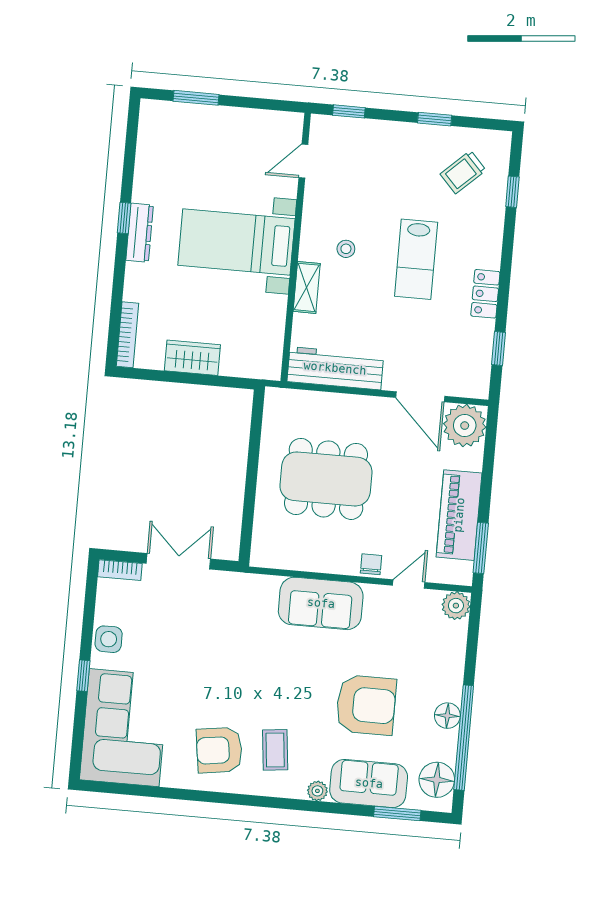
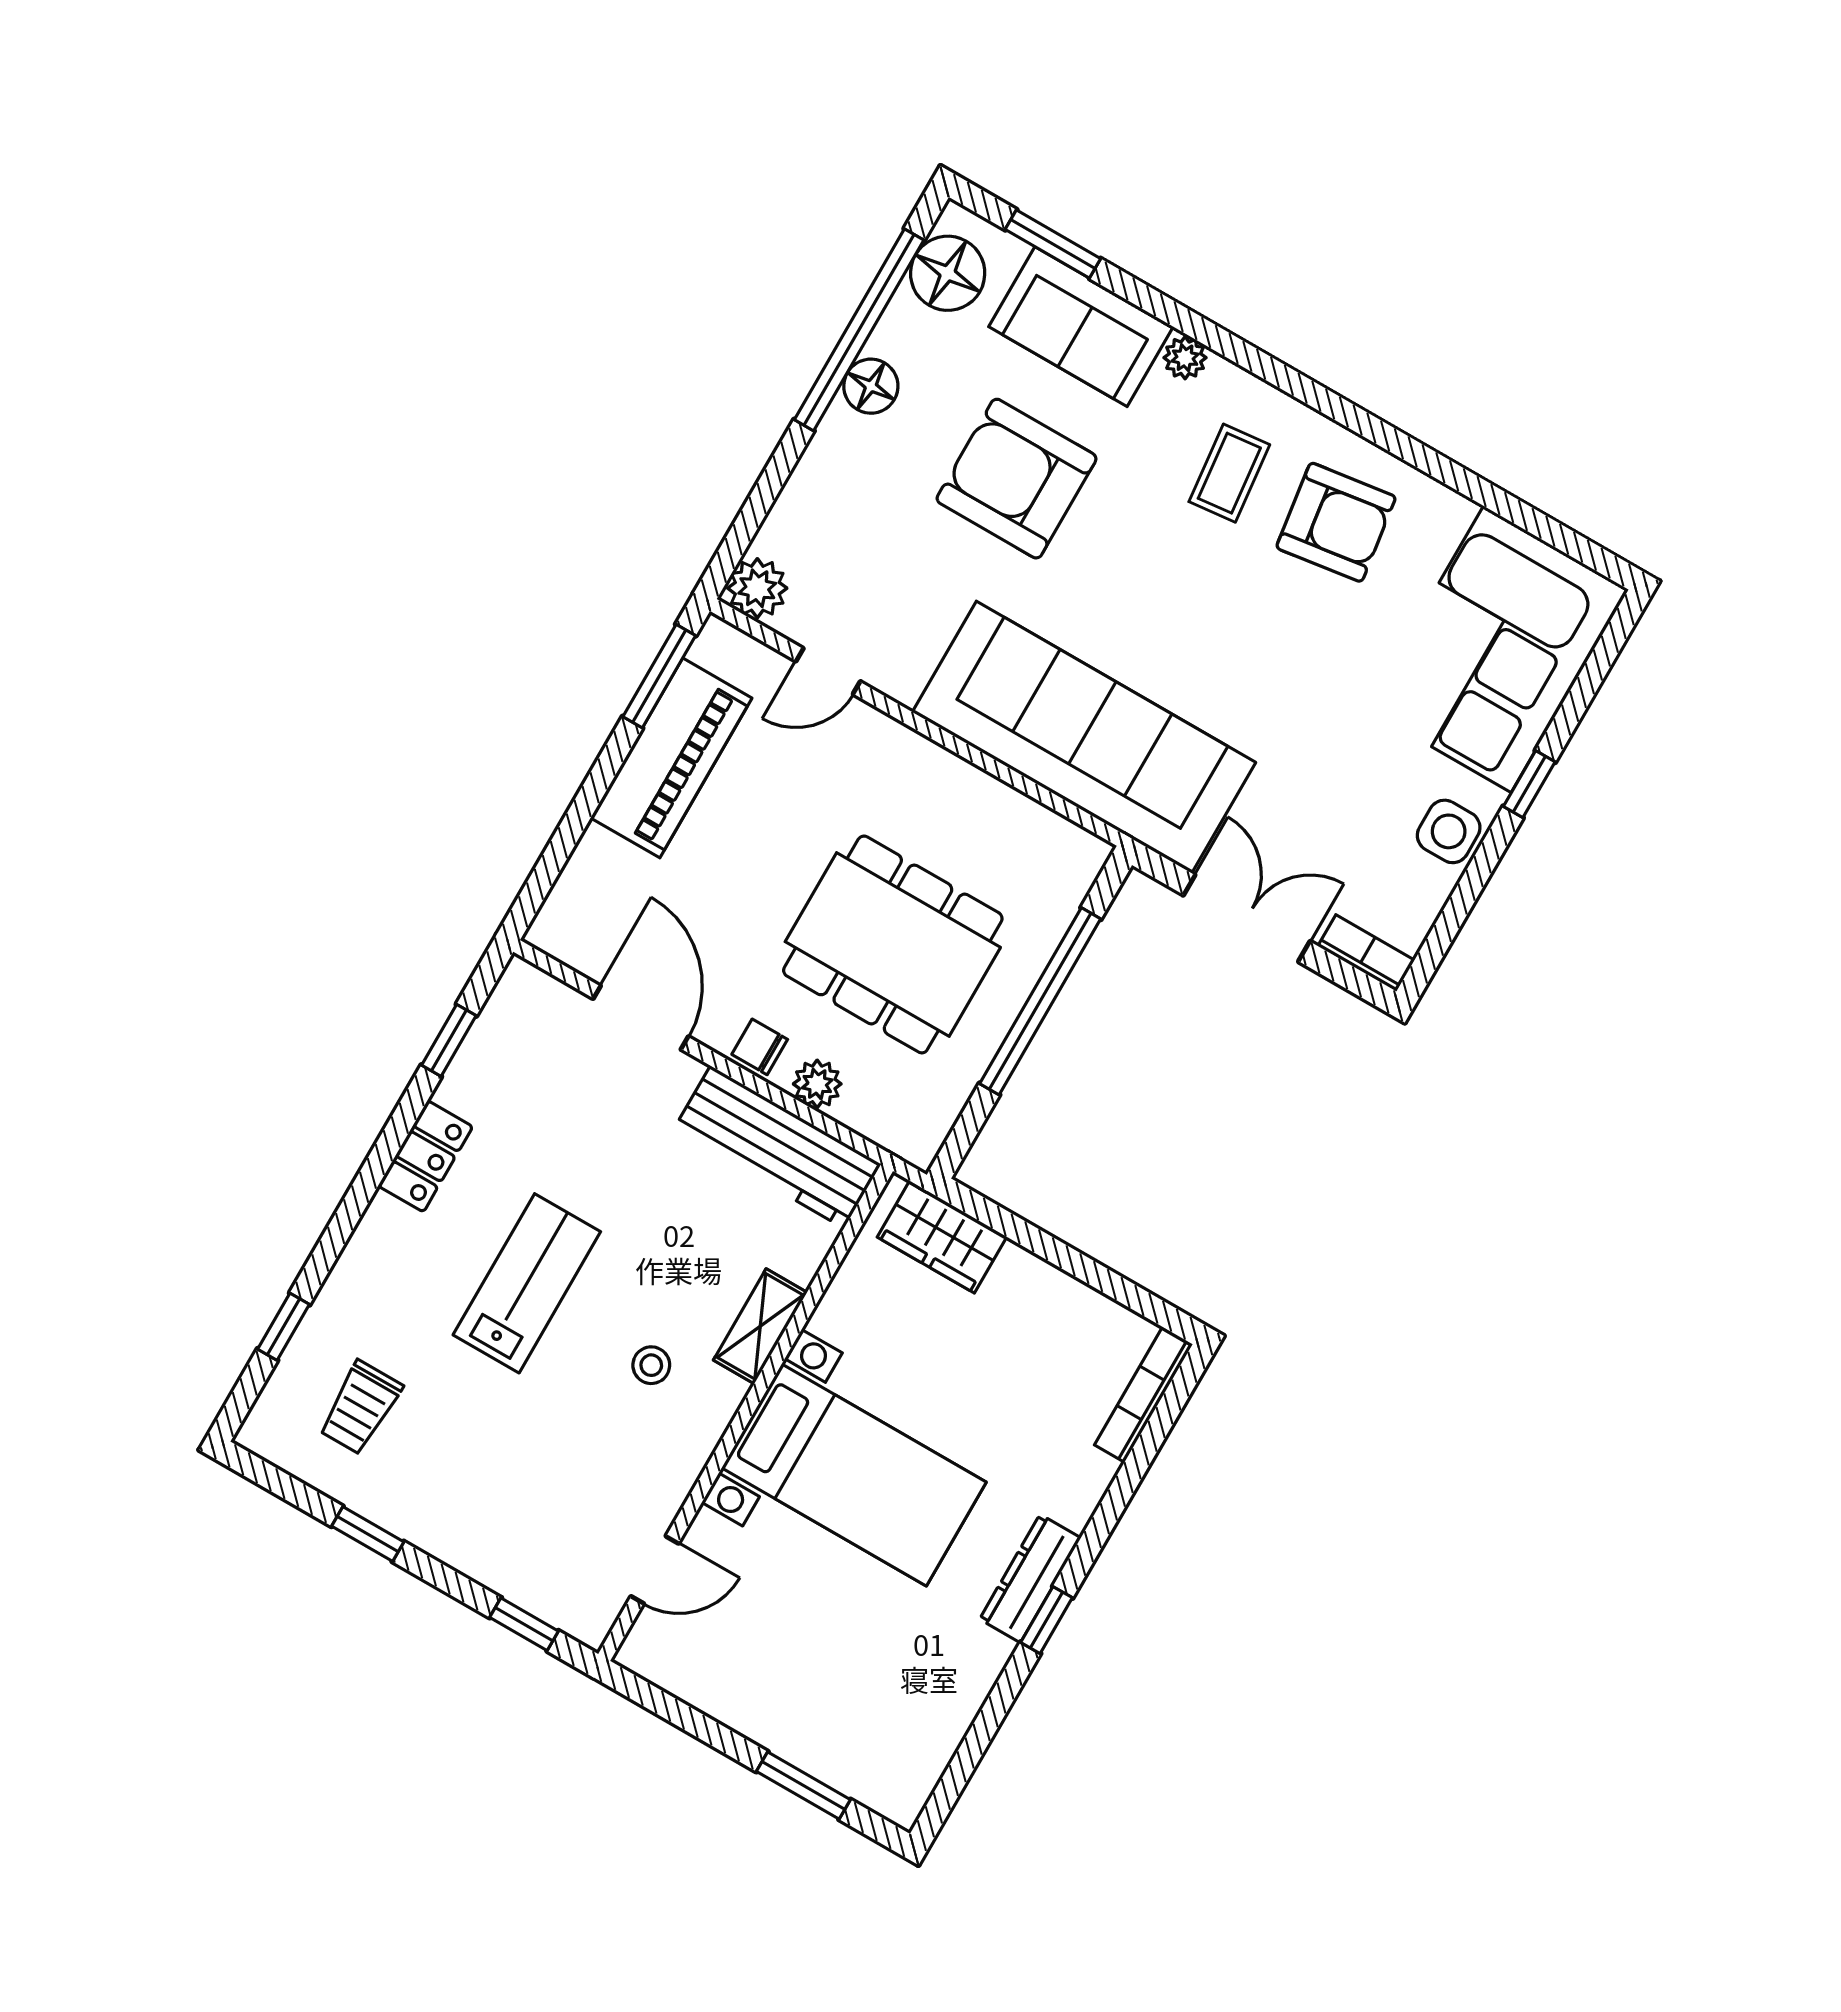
trolley: (463, 172) -> (360, 1408), turned 133
wardrobe: (192, 358) -> (942, 1237), moved
plant: (465, 426) -> (817, 1084), moved, width x0.53, depth x0.53
window: (251, 484) -> (1040, 1001), added
double door: (178, 561) -> (1247, 918), swing flipped
chair: (371, 564) -> (760, 1047), moved, turned 90
sofa: (321, 603) -> (1084, 737), width x1.85, depth x1.27

